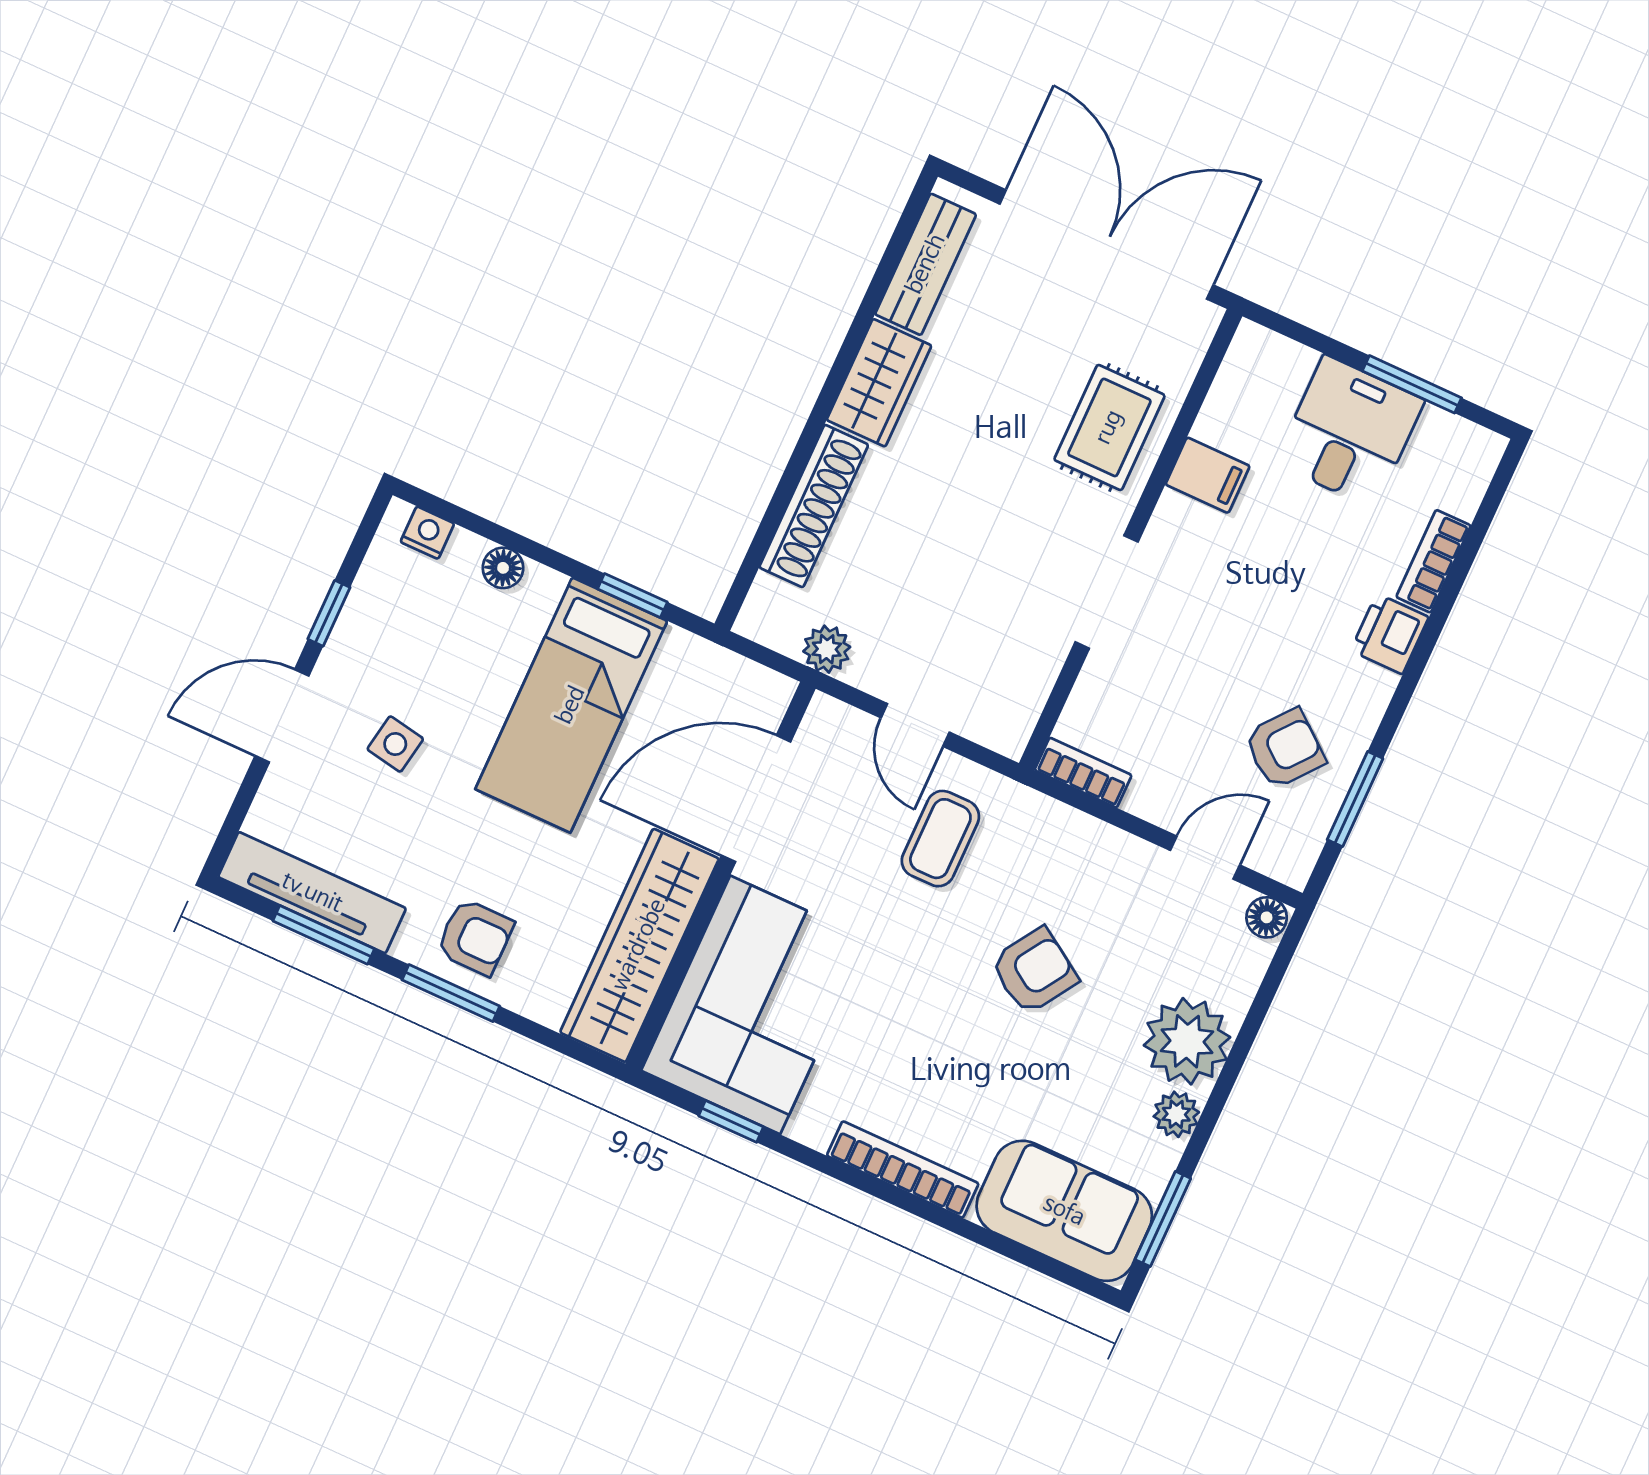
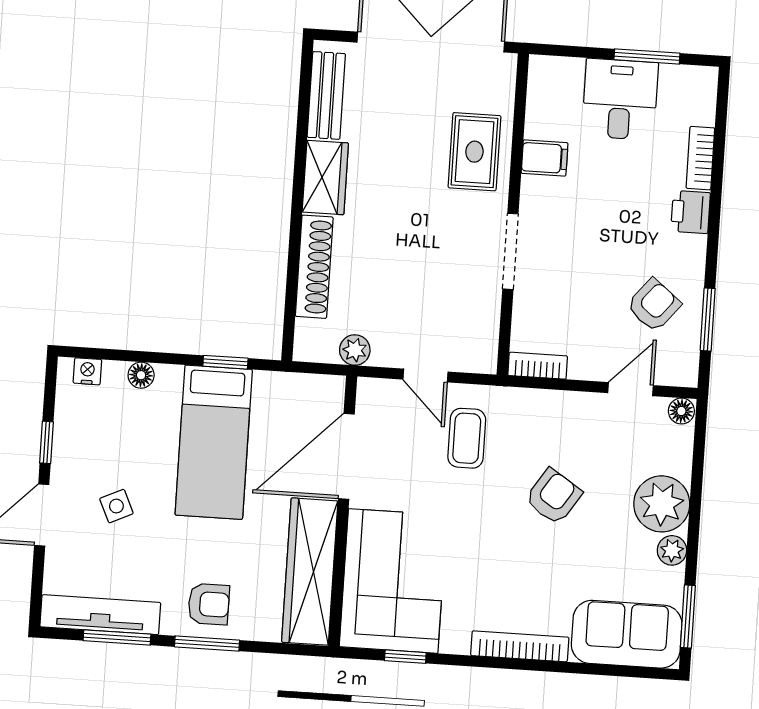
side table: (395, 744) -> (116, 506), turned -35

